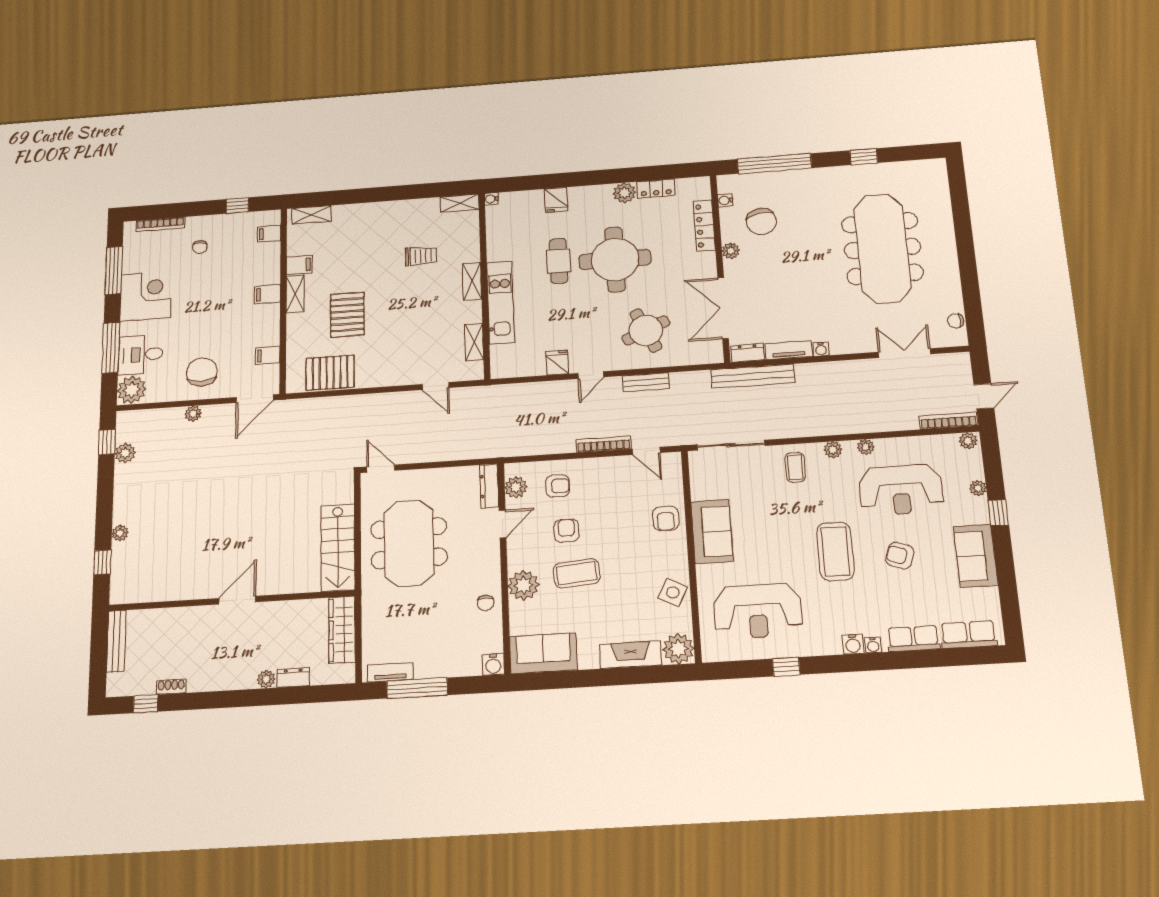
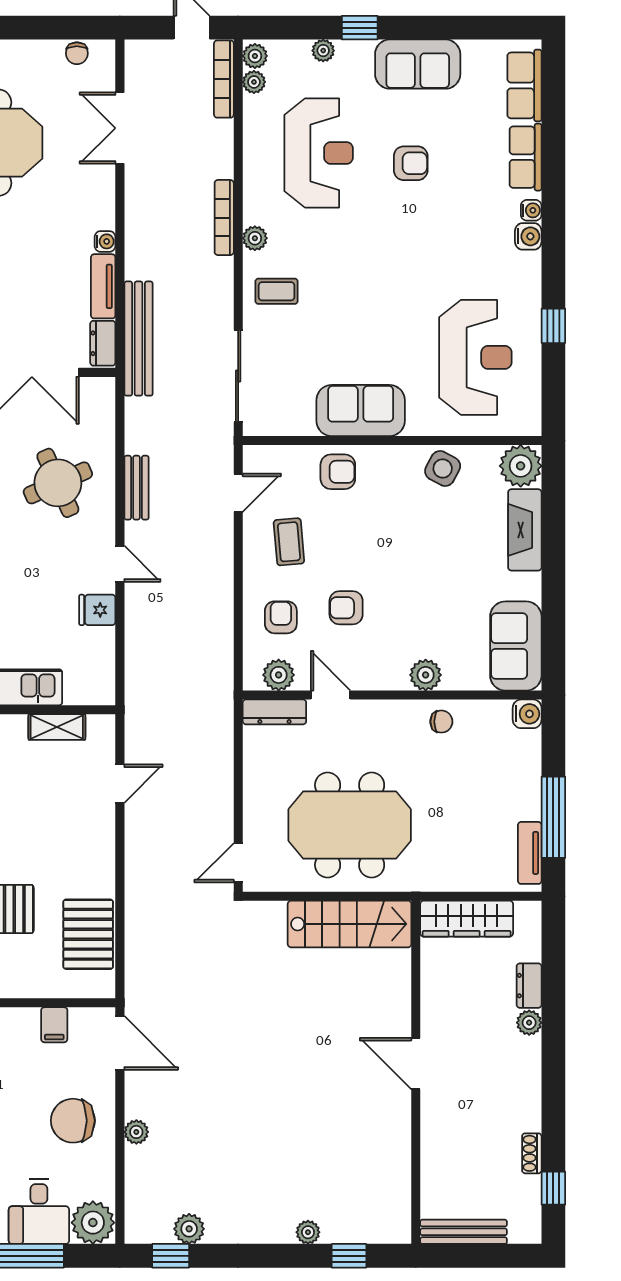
bookcase: (604, 444) -> (224, 218), moved
plant: (866, 447) -> (254, 82), moved
coffee table: (835, 551) -> (399, 248), removed
armchair: (900, 555) -> (411, 163), turned -108
coffee table: (577, 573) -> (289, 542), moved, width x0.73, depth x0.77
plant: (523, 585) -> (426, 675), width x0.73, depth x0.73

